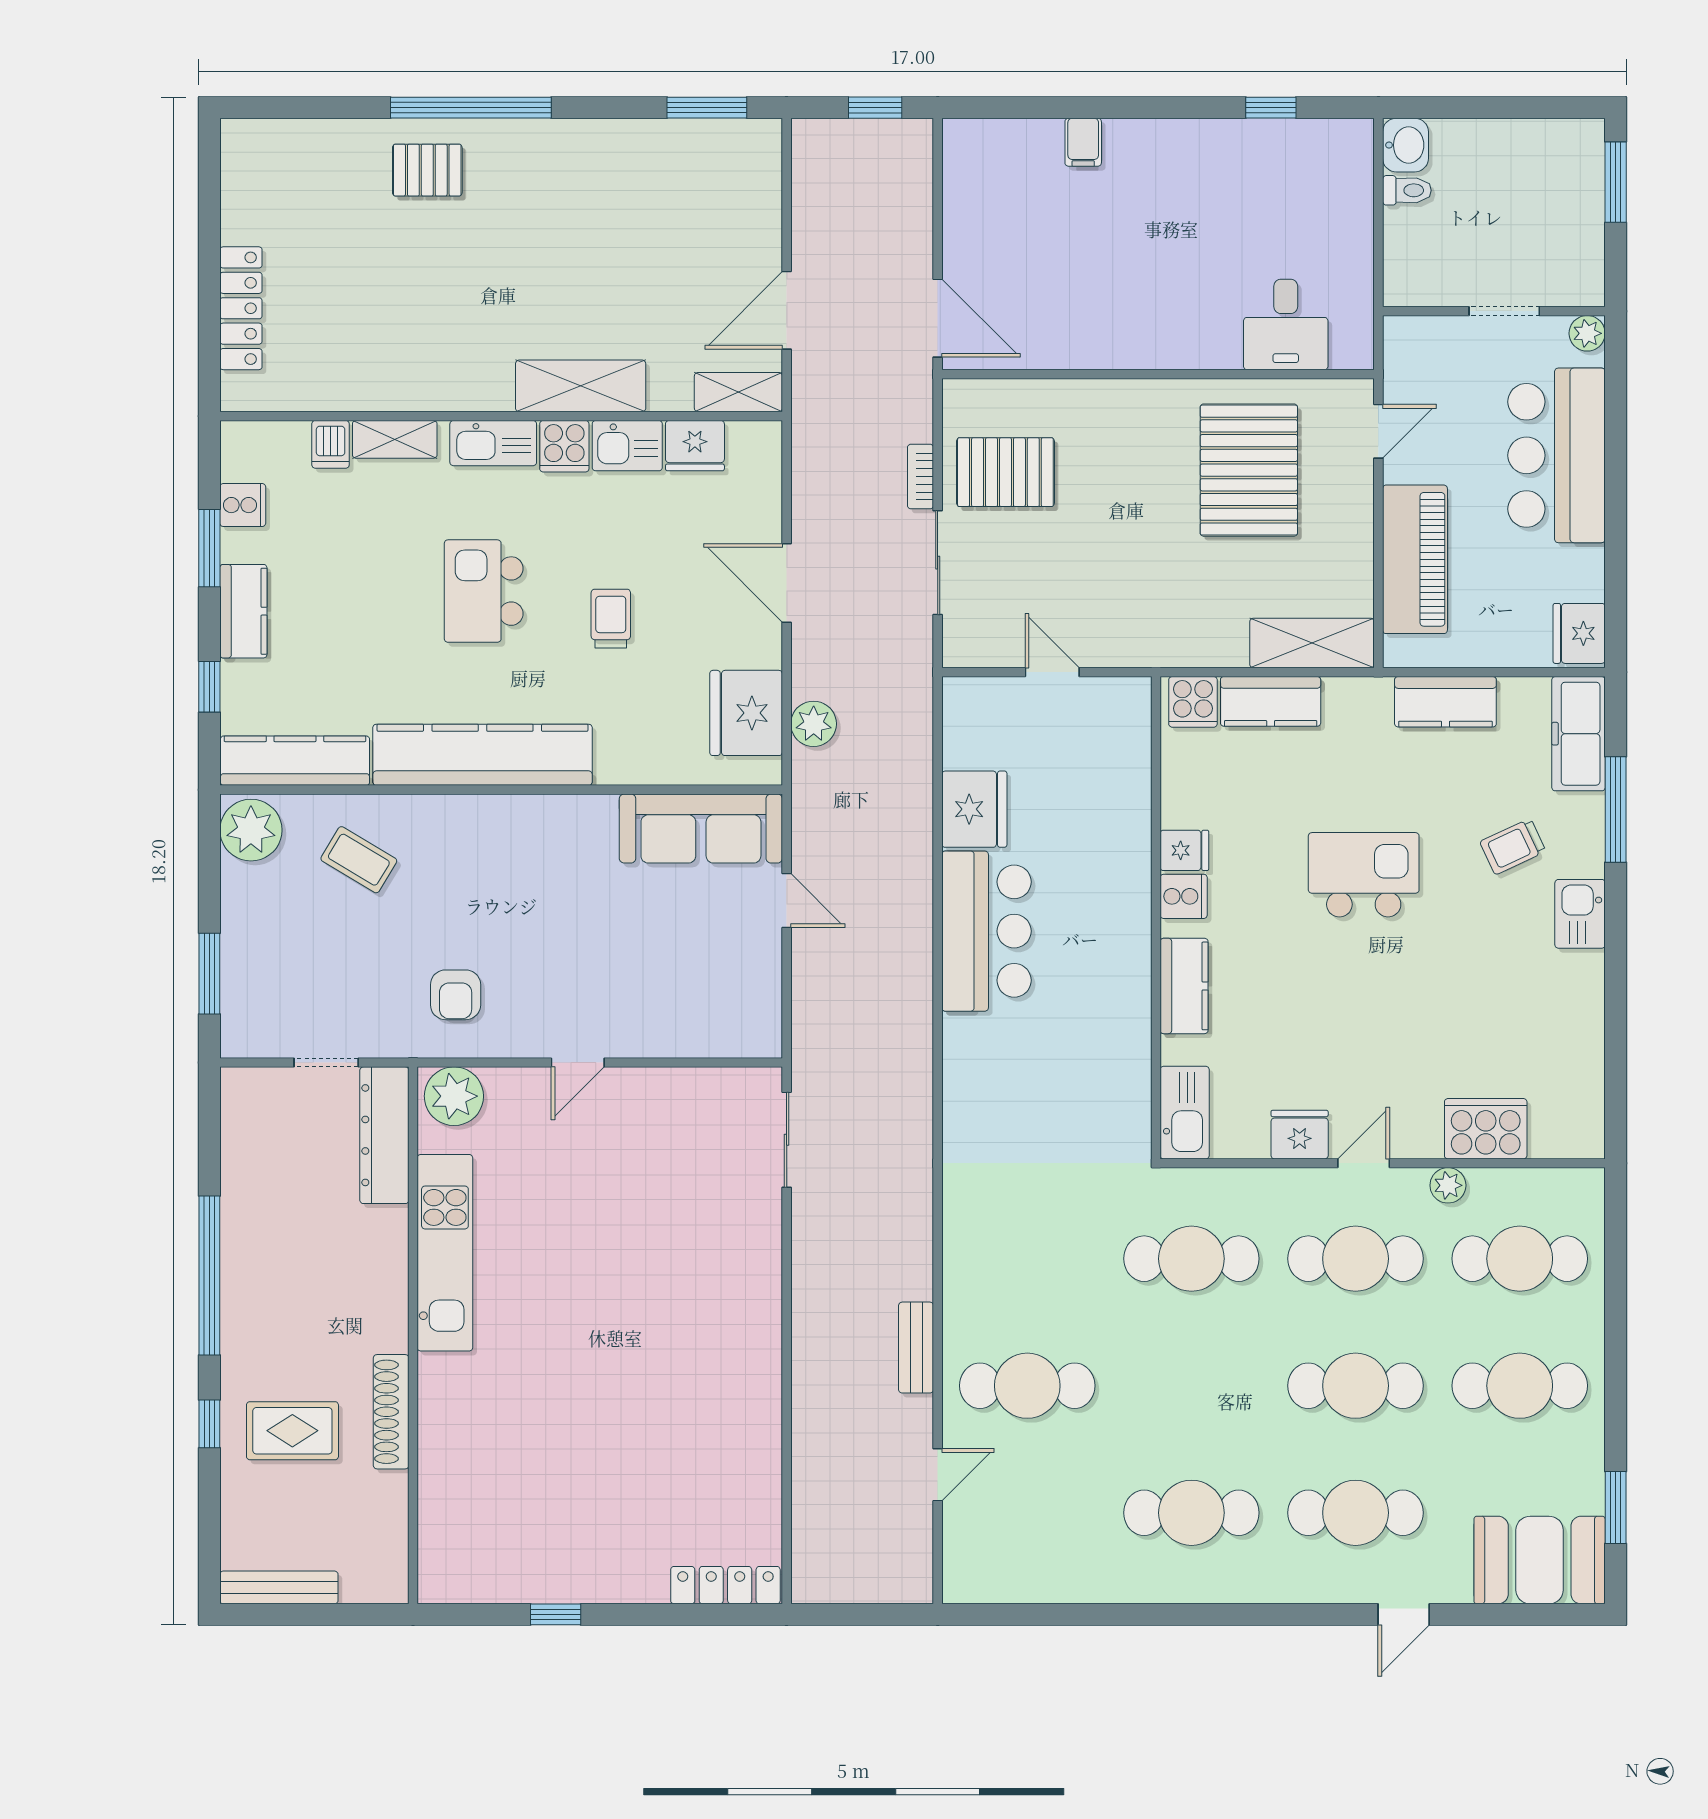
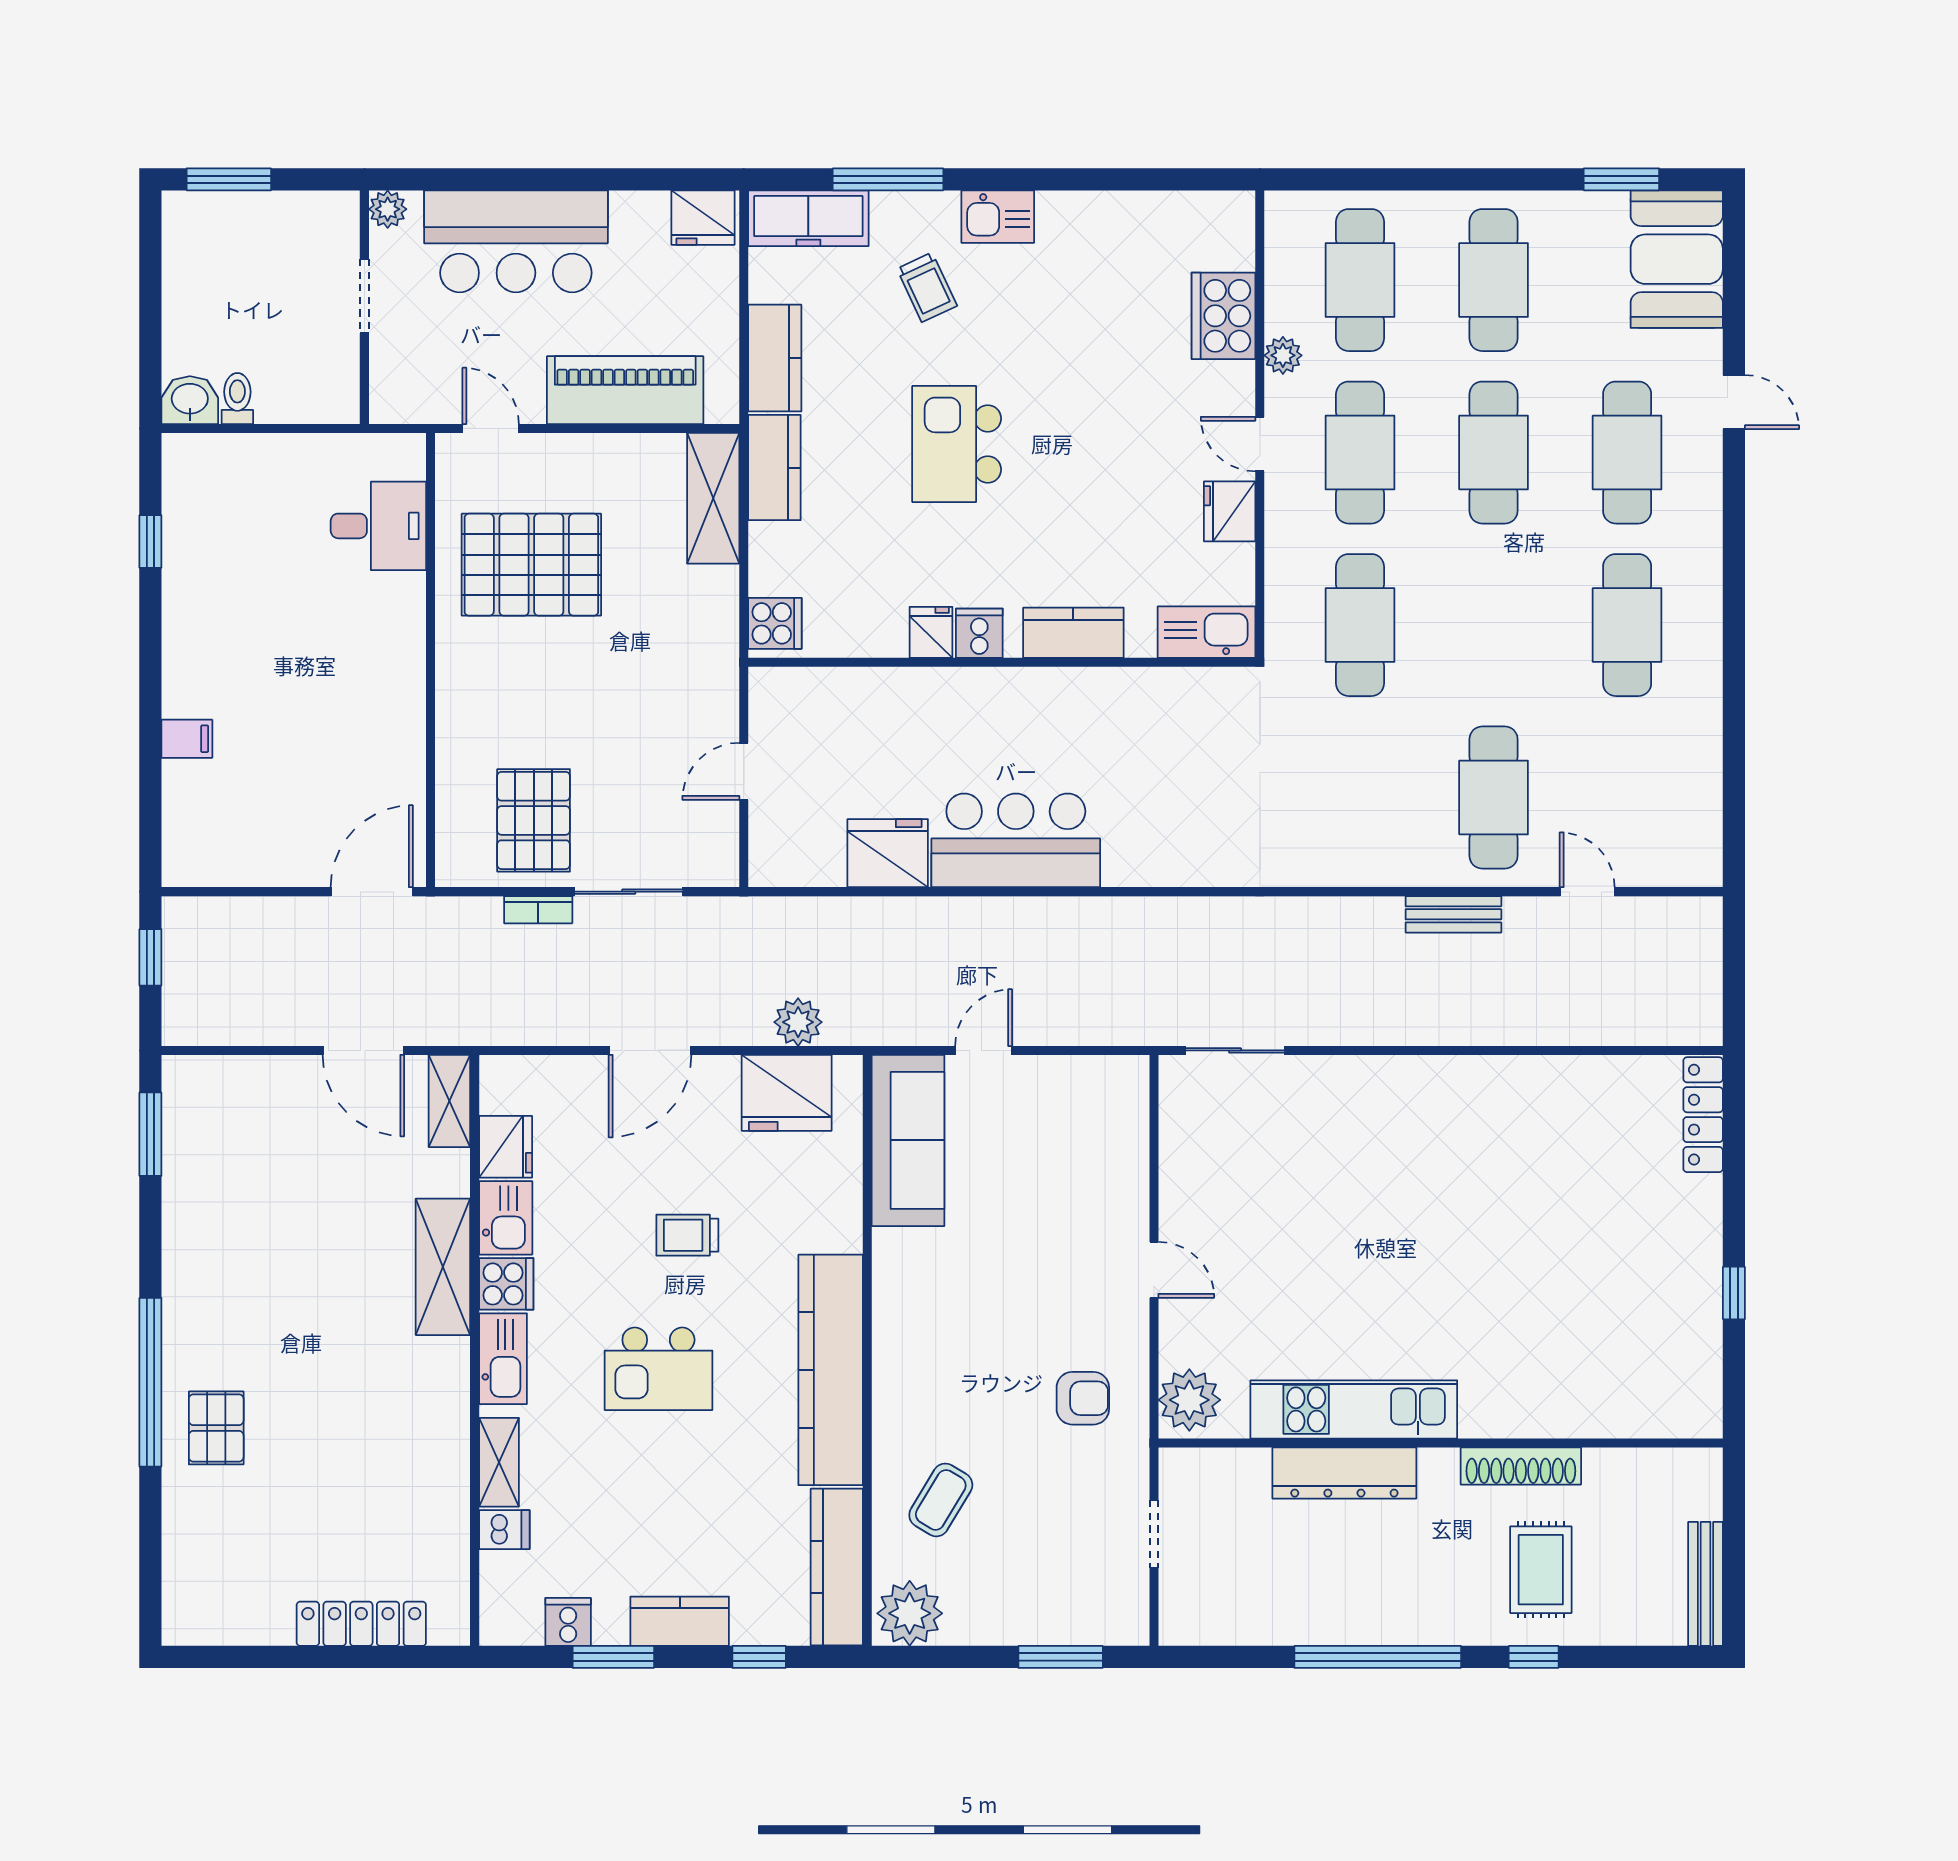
kitchen counter: (1271, 701) -> (774, 468), moved
dresser: (384, 1135) -> (1344, 1473), moved

